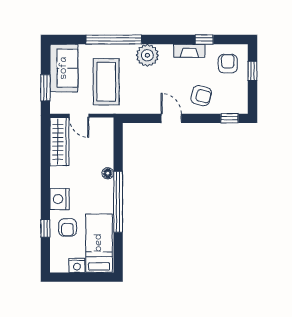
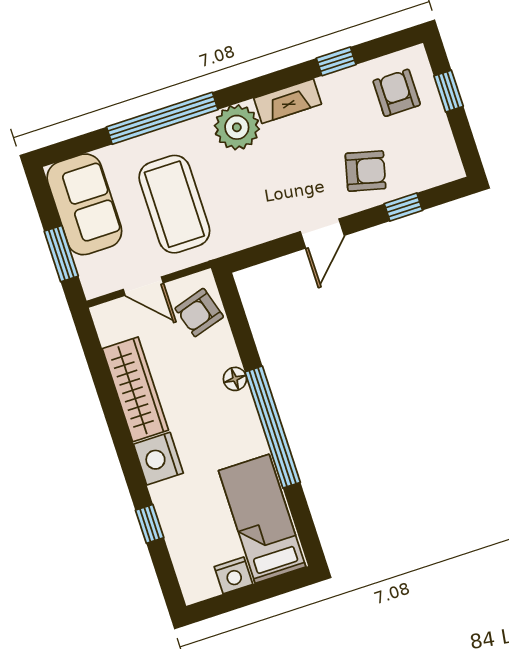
fireplace: (189, 51) -> (288, 101), moved
door: (171, 118) -> (322, 234), swing flipped
window: (230, 118) -> (403, 207), moved
wardrobe: (59, 142) -> (135, 389), moved
armchair: (68, 227) -> (199, 313), moved, turned 73

